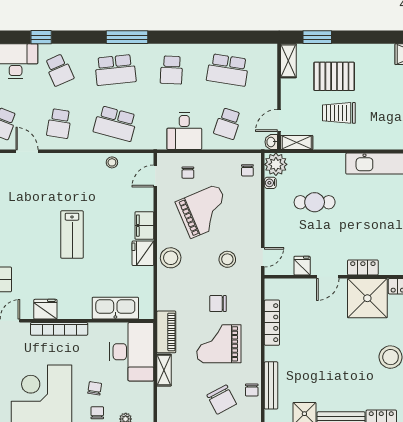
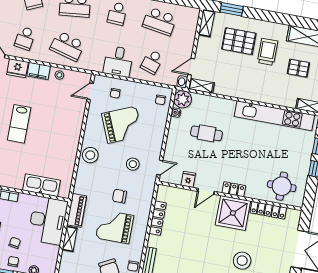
trolley: (339, 113) -> (268, 52), moved, turned 90
filing cabinet: (144, 226) -> (39, 71), moved, turned -90
fridge: (143, 253) -> (18, 68), moved, turned -90

